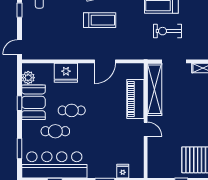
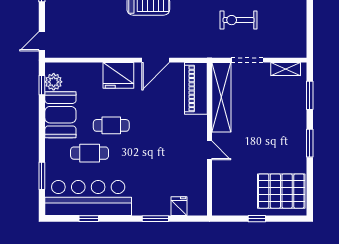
fridge: (66, 73) -> (118, 75), moved
piano: (135, 99) -> (196, 88), moved
window: (19, 103) -> (42, 85), moved

